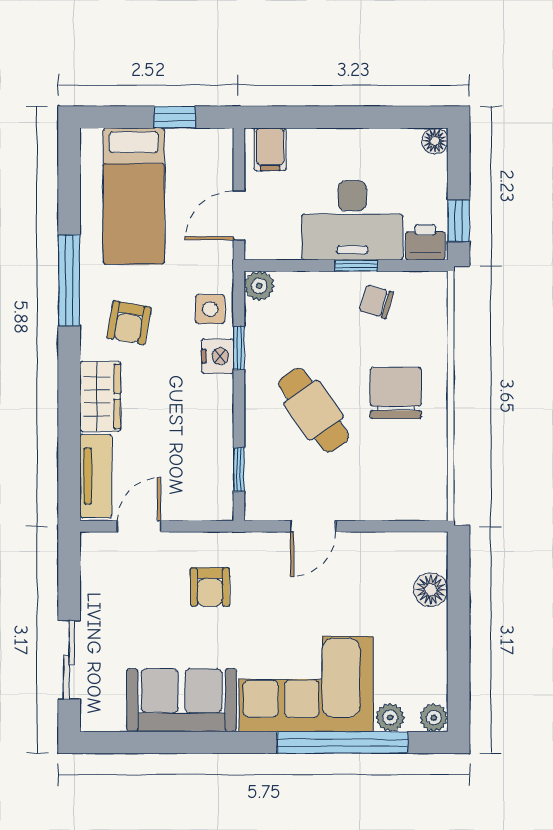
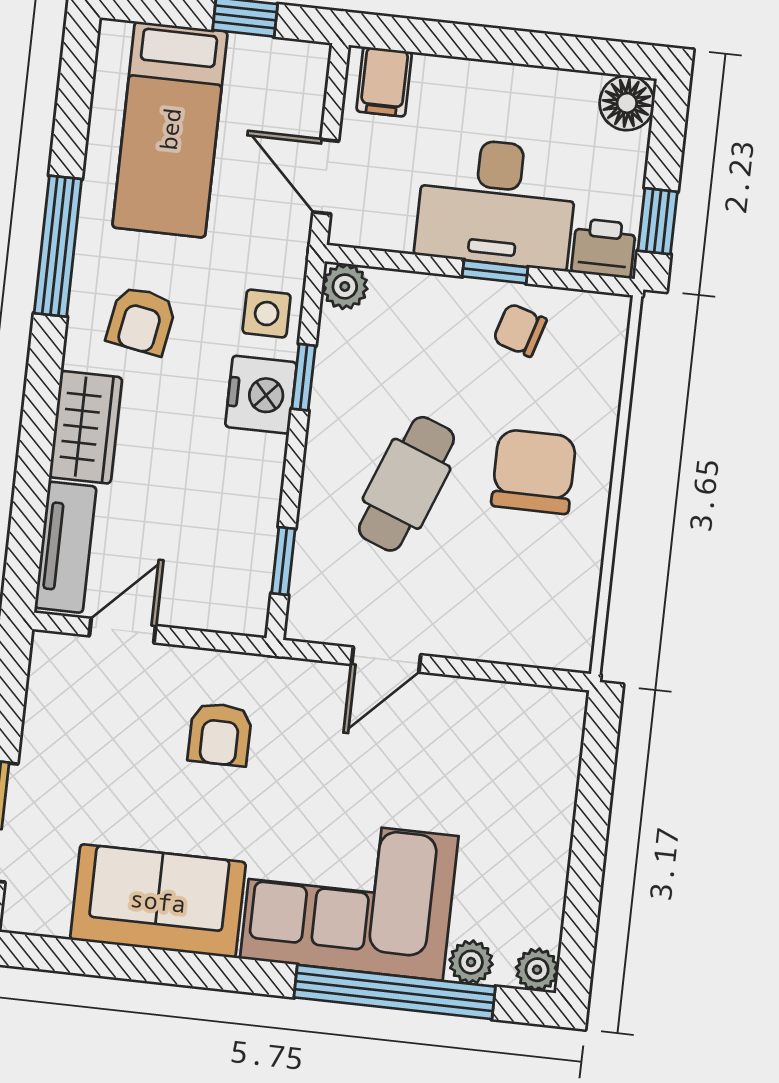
floor lamp: (435, 141) -> (627, 103), width x1.37, depth x1.37
door: (239, 216) -> (326, 177), hinge flipped
nightstand: (218, 356) -> (261, 395), width x1.36, depth x1.33
cafe table: (314, 410) -> (406, 484), turned 56
floor lamp: (431, 590) -> (554, 775), removed

